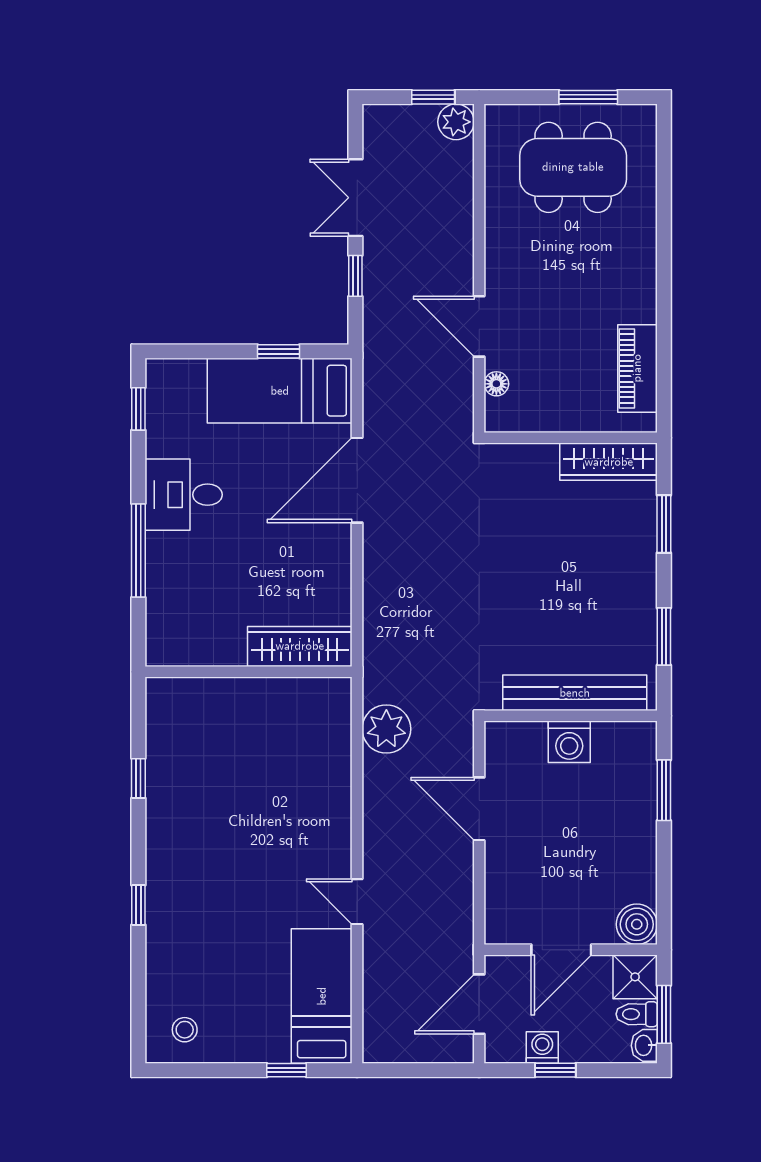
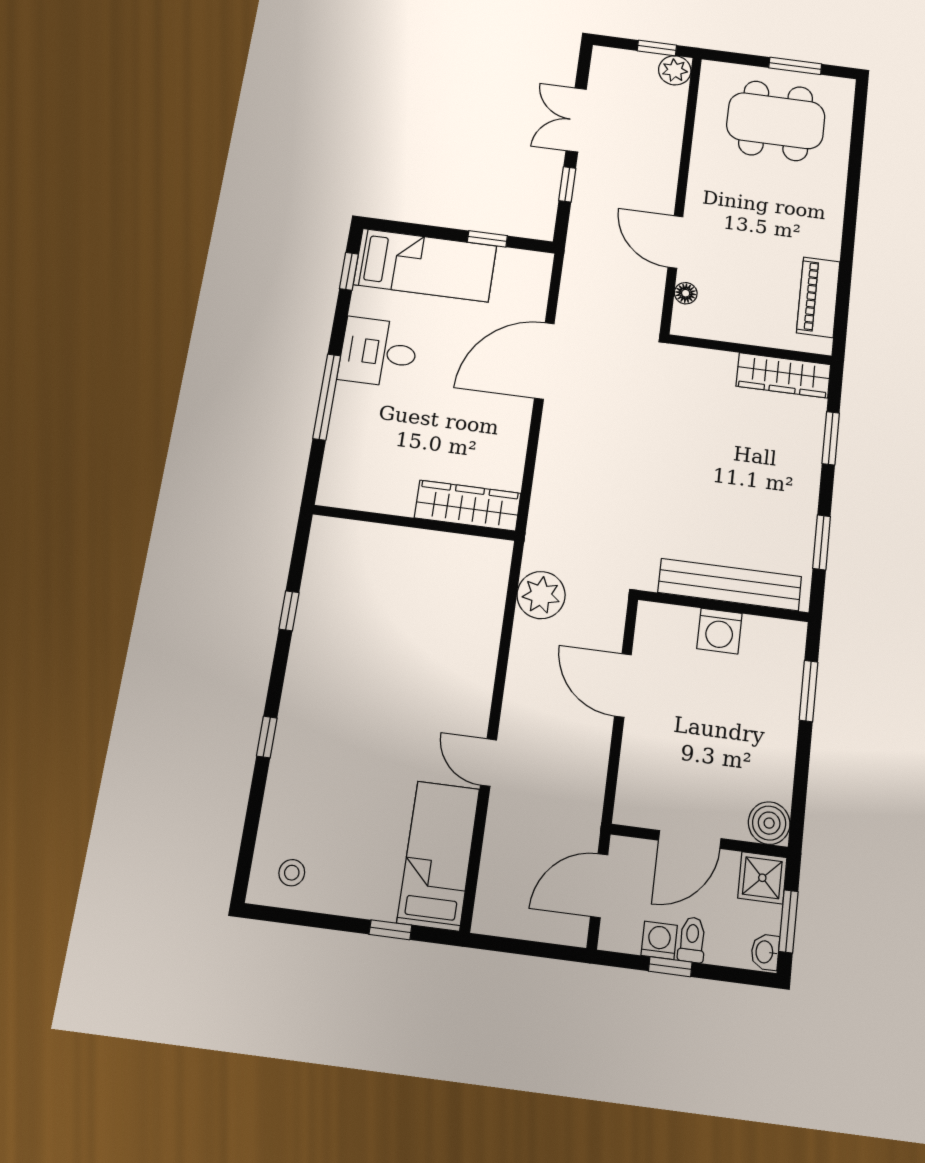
bed: (280, 391) -> (425, 265), moved, turned 180
toilet: (637, 1014) -> (692, 940), moved, turned 90

